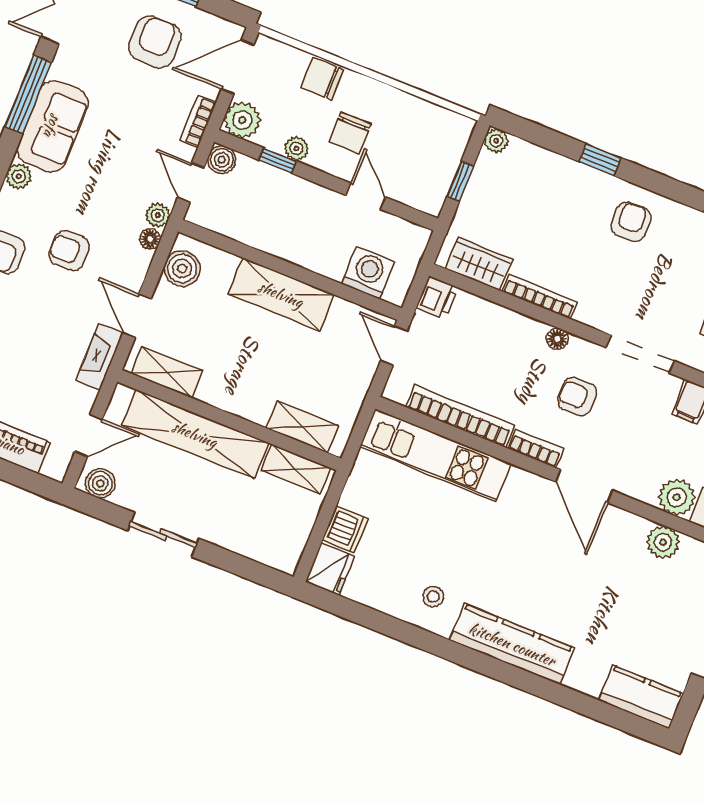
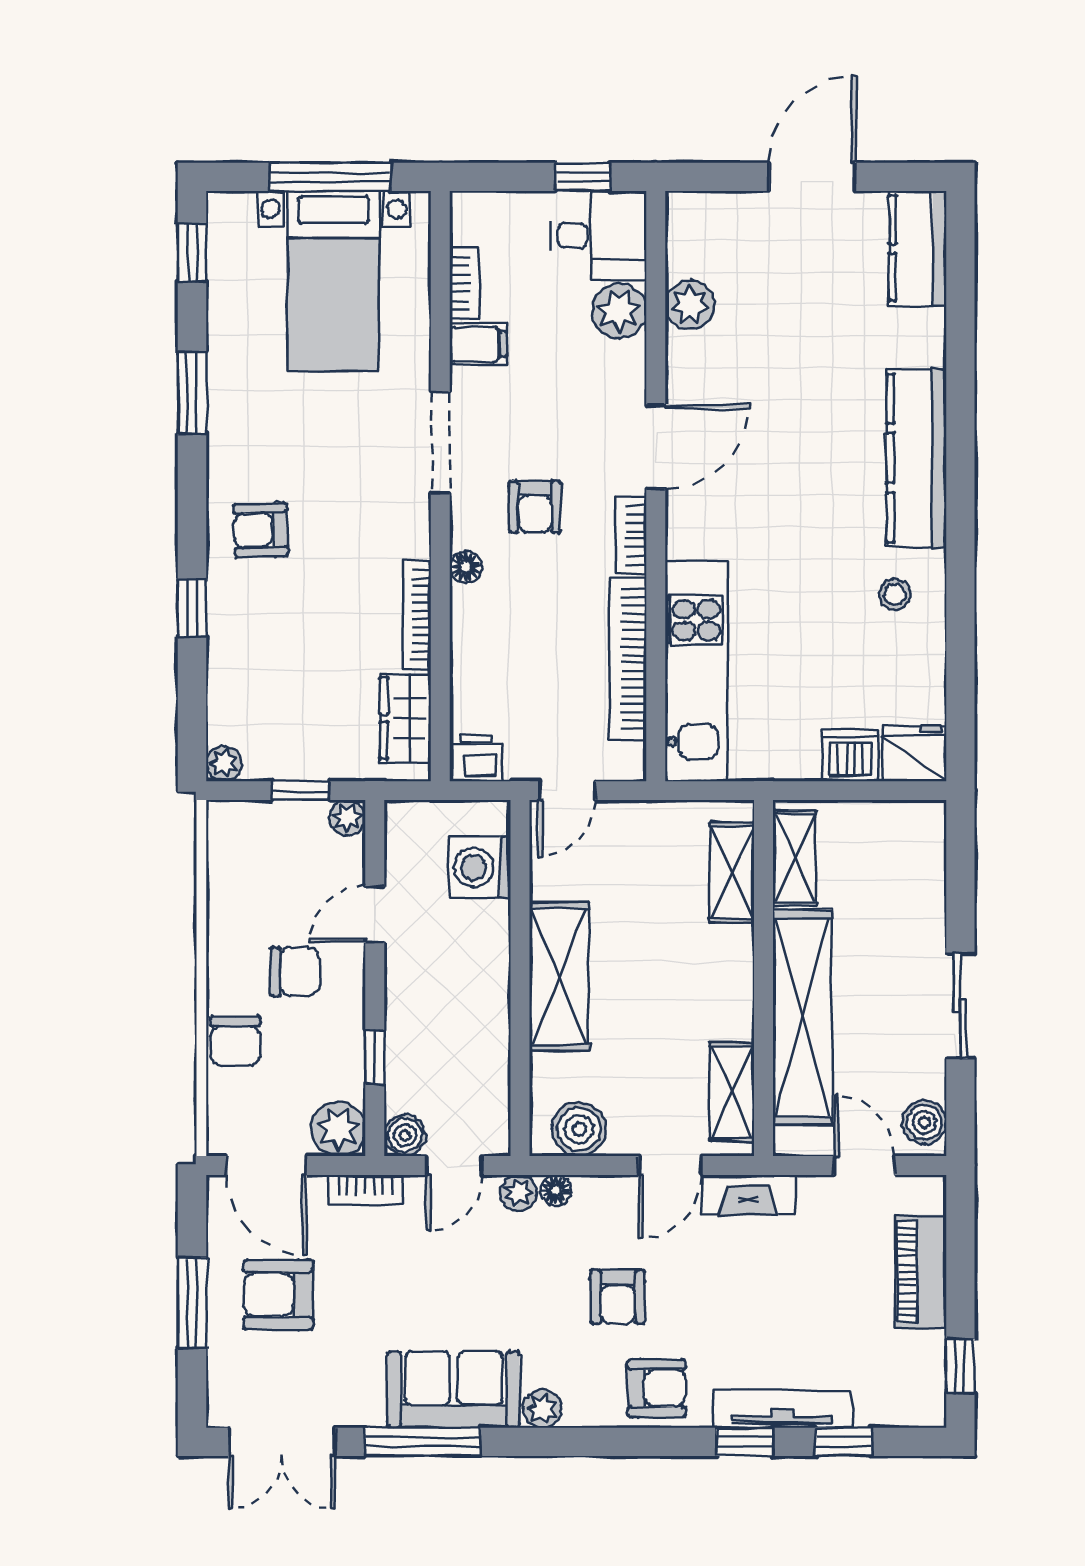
plant: (296, 149) -> (347, 818), moved

